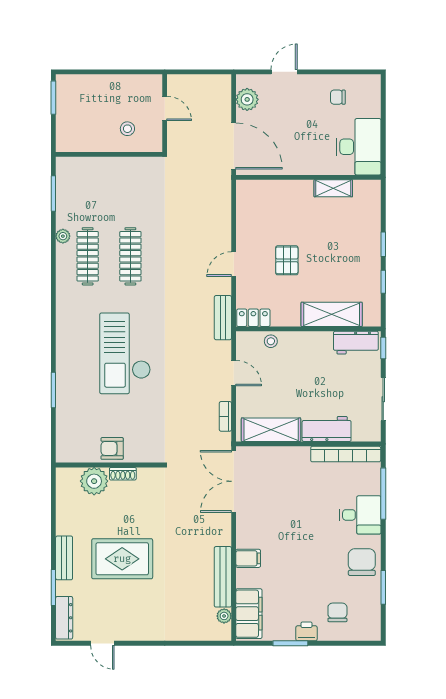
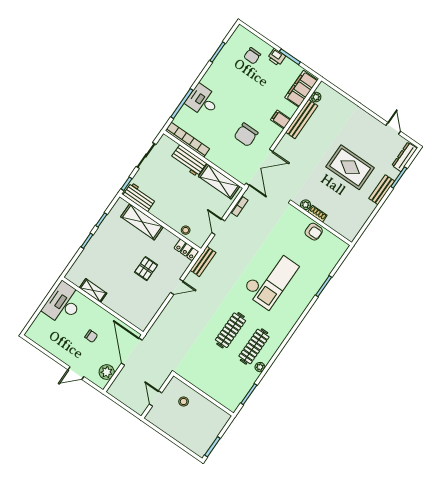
chair: (338, 97) -> (91, 336), moved
plant: (94, 481) -> (306, 205), moved, width x0.53, depth x0.53
chair: (362, 562) -> (246, 135), moved

